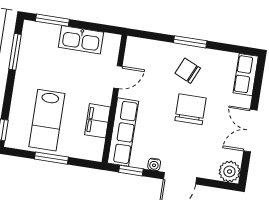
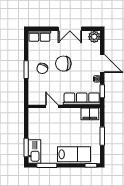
kitchen sink: (81, 40) -> (34, 151), moved
lab bench: (47, 120) -> (74, 154), moved
filing cabinet: (98, 121) -> (90, 114), moved

